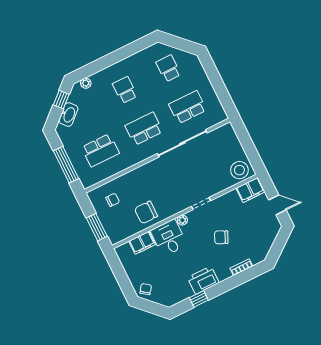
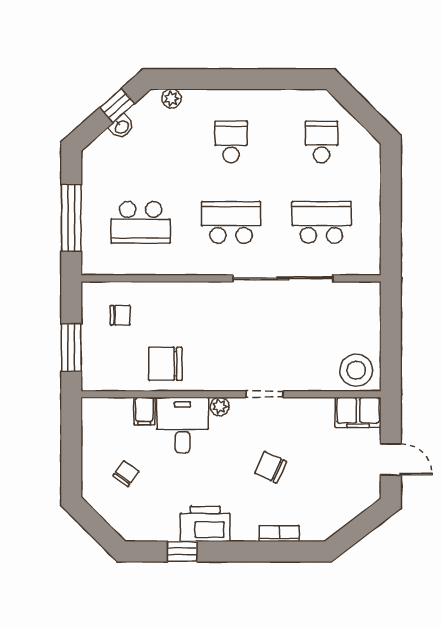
washbasin: (68, 115) -> (122, 127), width x0.52, depth x0.69
filing cabinet: (142, 243) -> (144, 411), width x0.50
chair: (146, 289) -> (126, 473), moved

